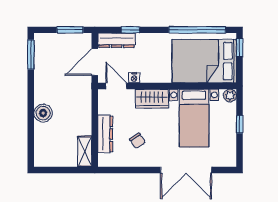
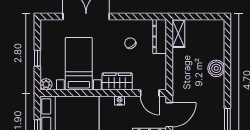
nightstand: (134, 78) -> (120, 101), moved
dresser: (105, 134) -> (160, 36), moved

